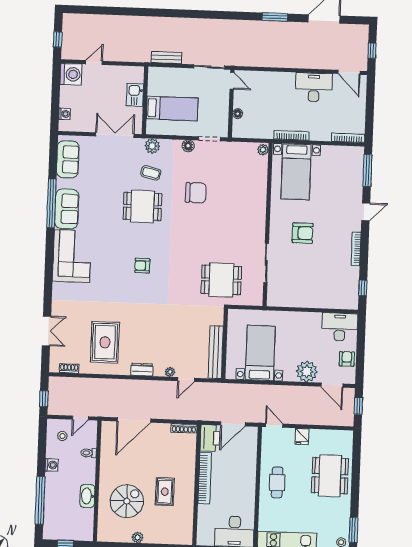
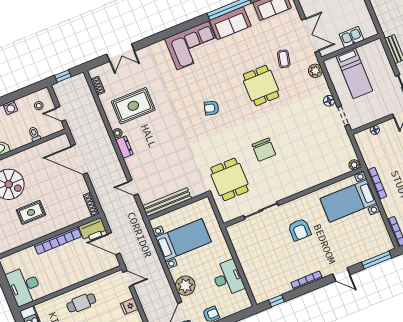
coffee table: (151, 173) -> (284, 59), moved
chair: (196, 193) -> (264, 150), moved
armchair: (142, 266) -> (212, 108), turned -75
desk: (340, 327) -> (228, 278), moved
plant: (170, 372) -> (117, 133), moved
door: (274, 425) -> (128, 279), hinge flipped

